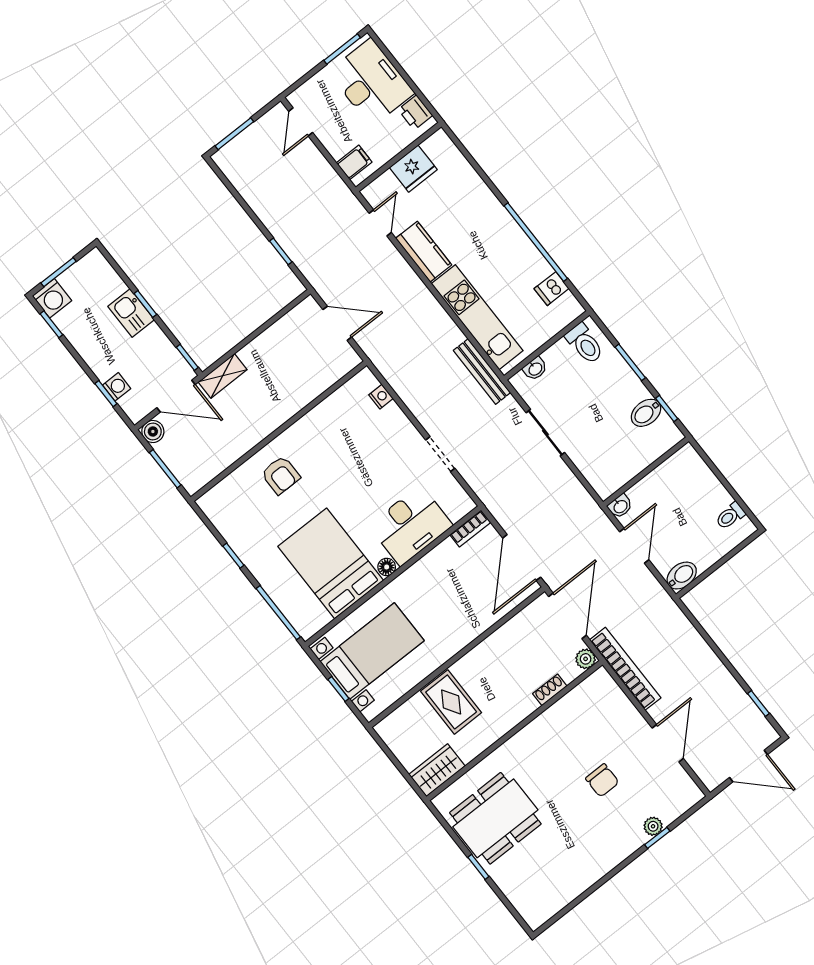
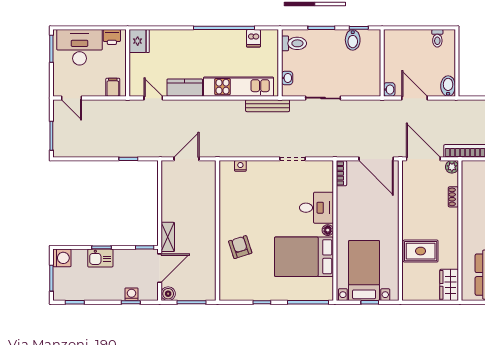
fridge: (413, 169) -> (139, 41), moved
washing machine: (52, 298) -> (62, 258), moved
armchair: (281, 475) -> (240, 247), turned -108
desk: (411, 525) -> (316, 208), width x0.73

